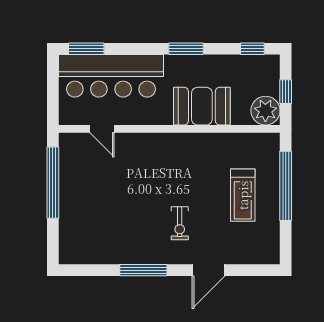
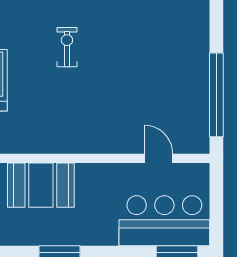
bar counter: (111, 76) -> (164, 221), width x0.73

